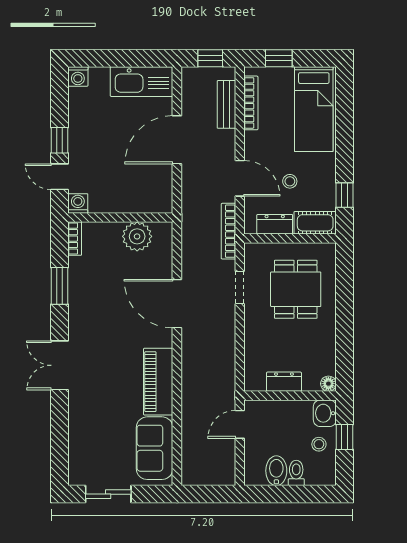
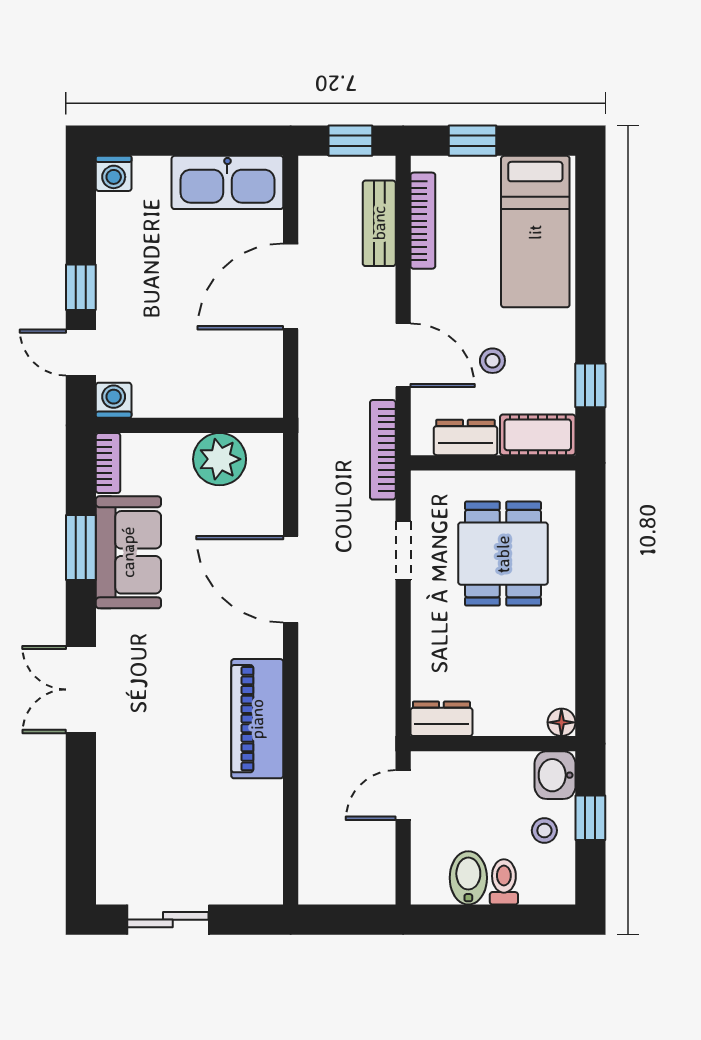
dresser: (284, 382) -> (441, 719), moved
sofa: (155, 448) -> (128, 552), moved, turned 180

